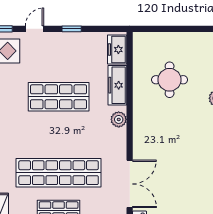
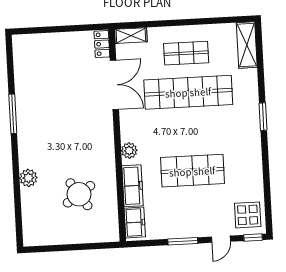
window: (72, 29) -> (183, 241), width x1.50
round table: (170, 80) -> (79, 194), turned -34
double door: (130, 184) -> (114, 85), swing flipped

